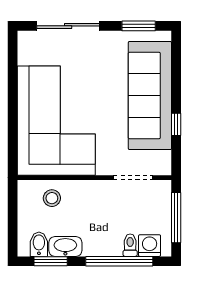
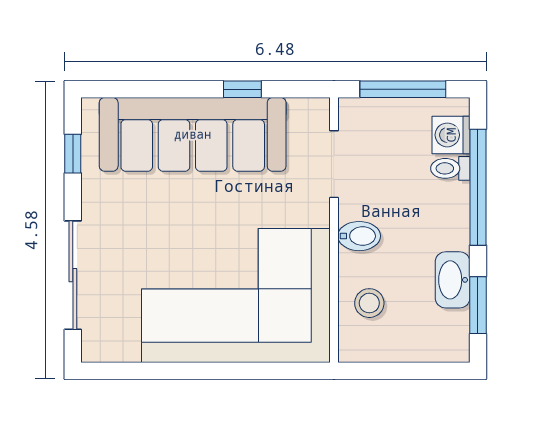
window: (139, 26) -> (73, 154), width x0.67
bidet: (39, 244) -> (359, 236), moved, turned 180

